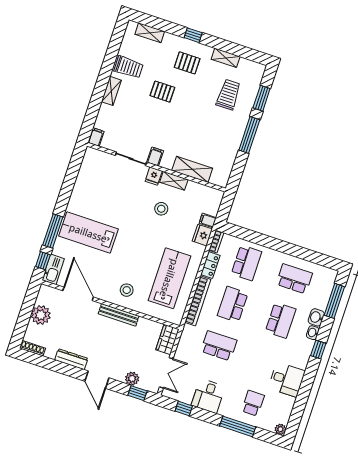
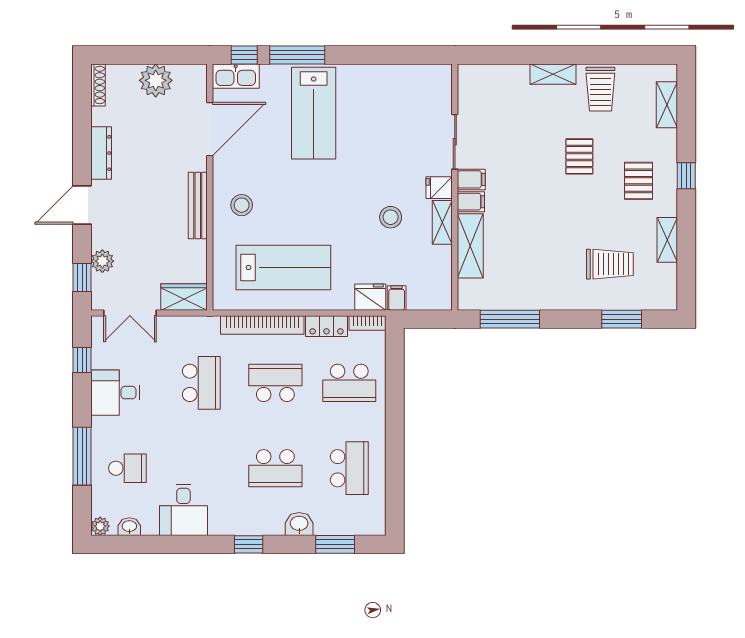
window: (249, 135) -> (510, 319), moved
filing cabinet: (96, 137) -> (471, 202), moved
lab bench: (88, 233) -> (314, 113), turned 180
window: (334, 301) -> (335, 544), width x0.69
washbasin: (313, 333) -> (129, 527), moved

